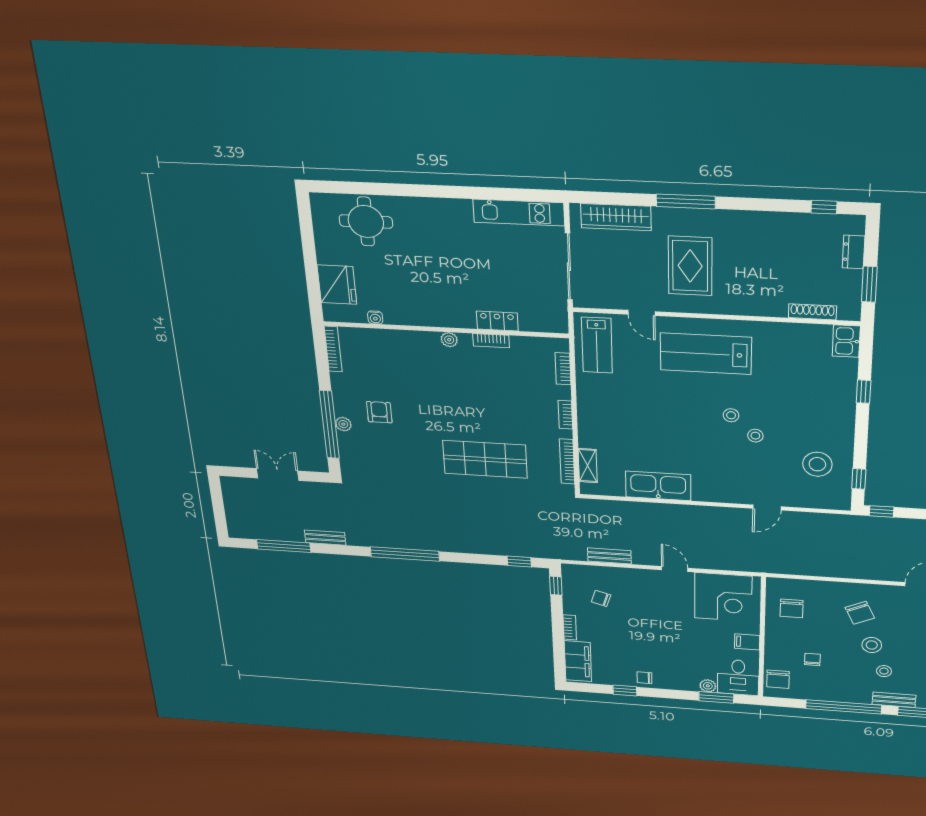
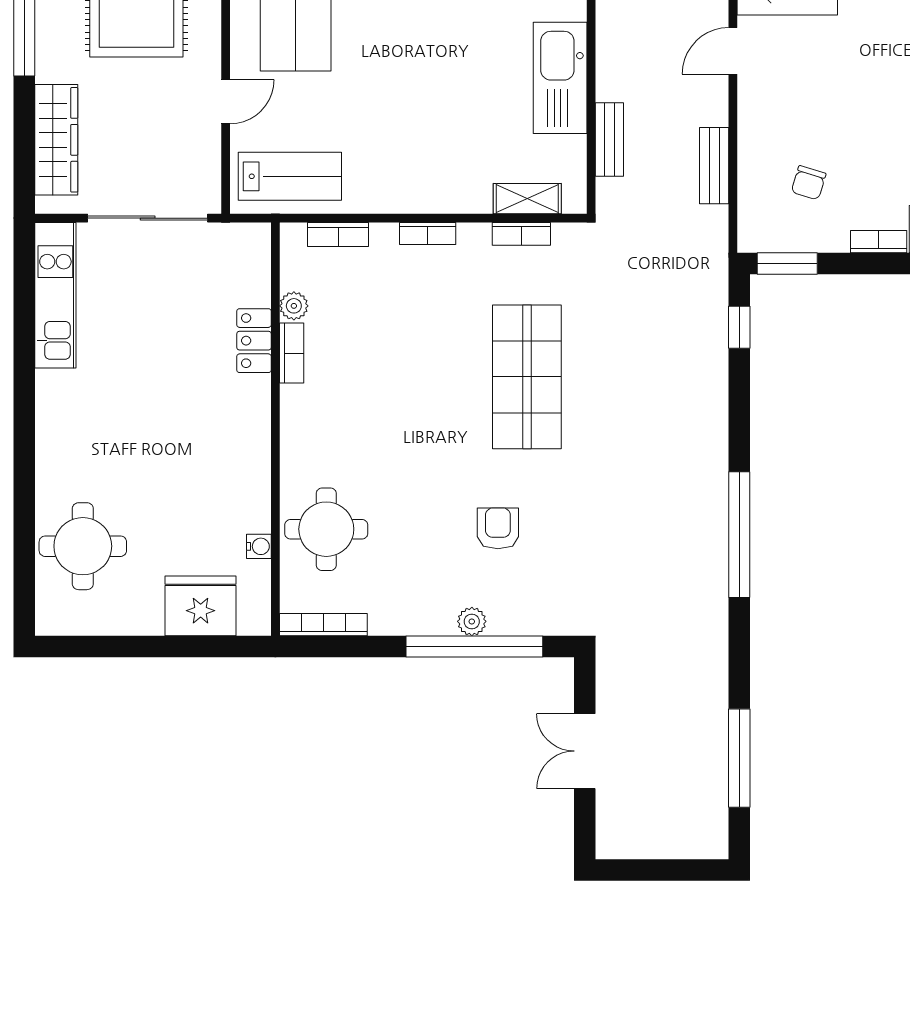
plant: (449, 340) -> (294, 306), moved
round table: (389, 353) -> (326, 529), added
armchair: (379, 412) -> (498, 528), moved, turned 90
bookcase: (567, 462) -> (521, 234), width x0.64
bench: (325, 538) -> (609, 139), moved
window: (556, 586) -> (787, 263), width x1.50

